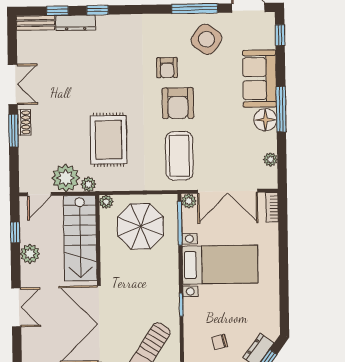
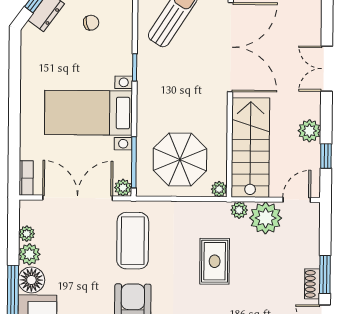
rug: (109, 140) -> (215, 261), width x0.73, depth x0.70
plant: (268, 142) -> (29, 254), added

